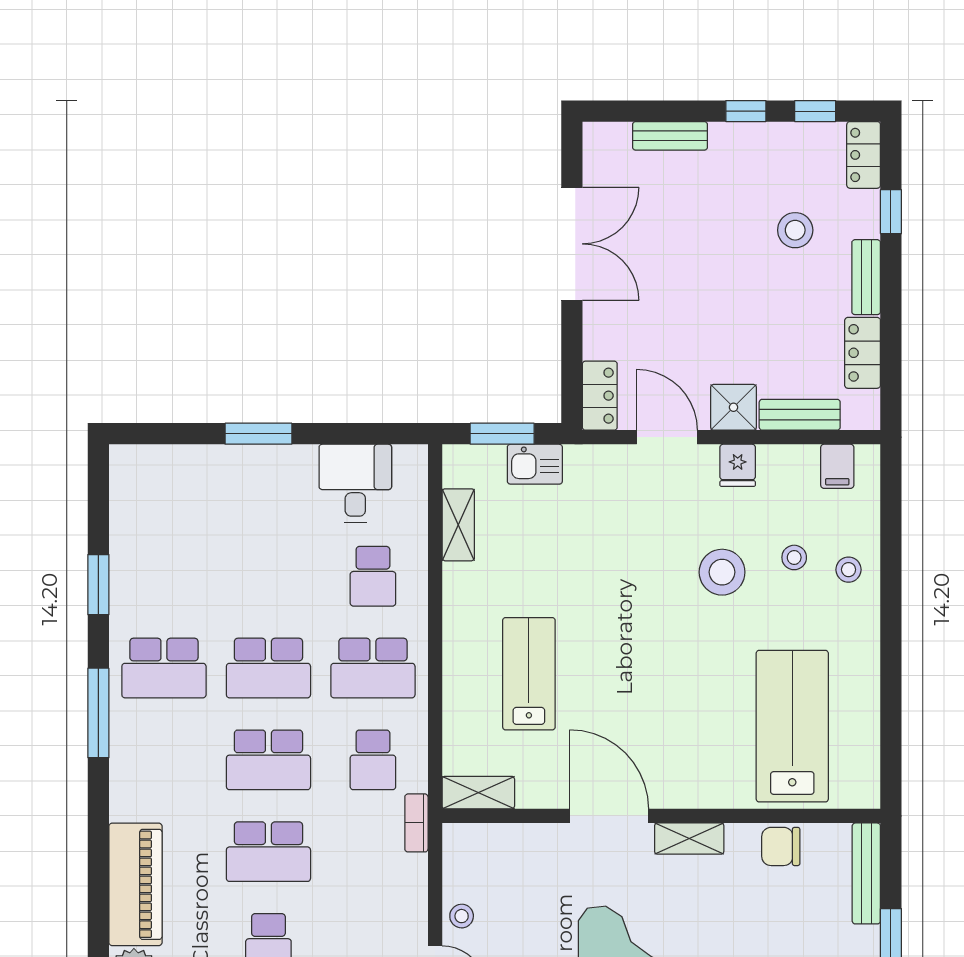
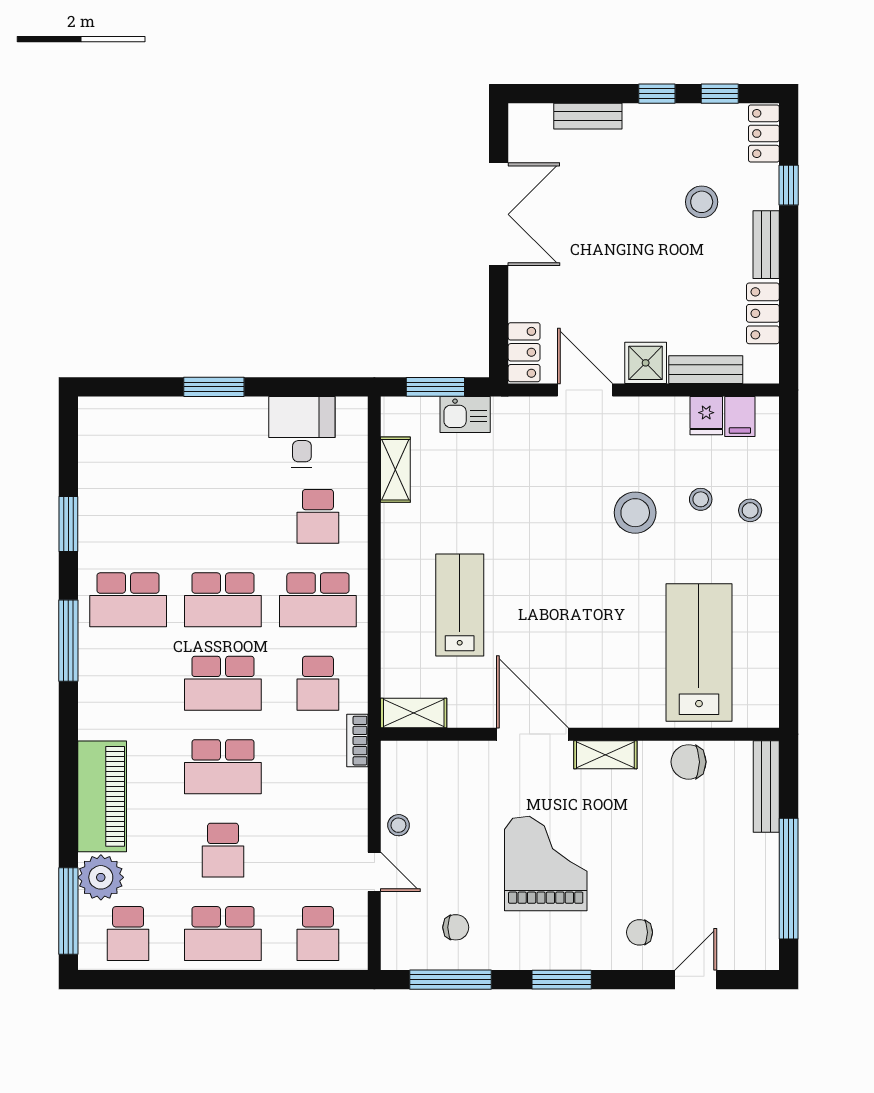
fridge: (738, 465) -> (706, 416), moved

